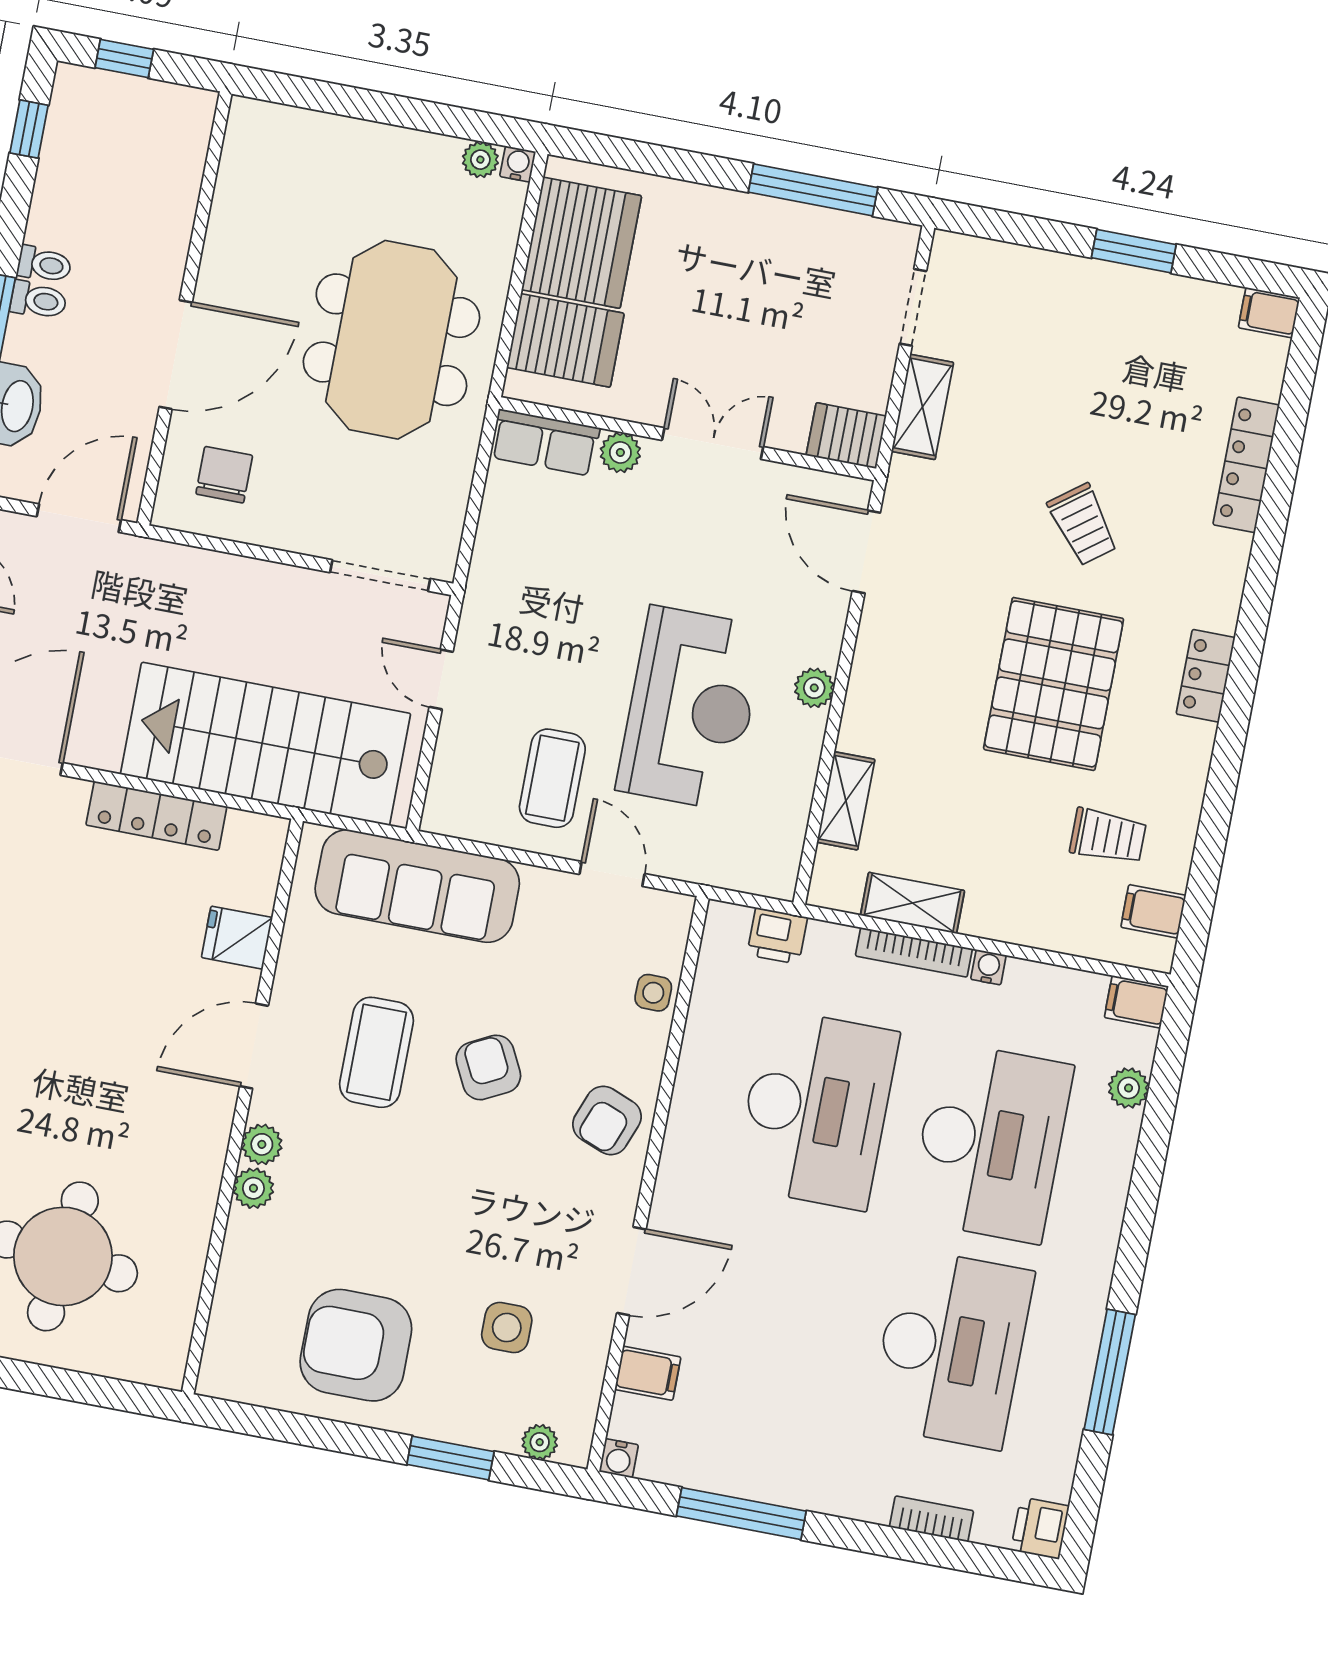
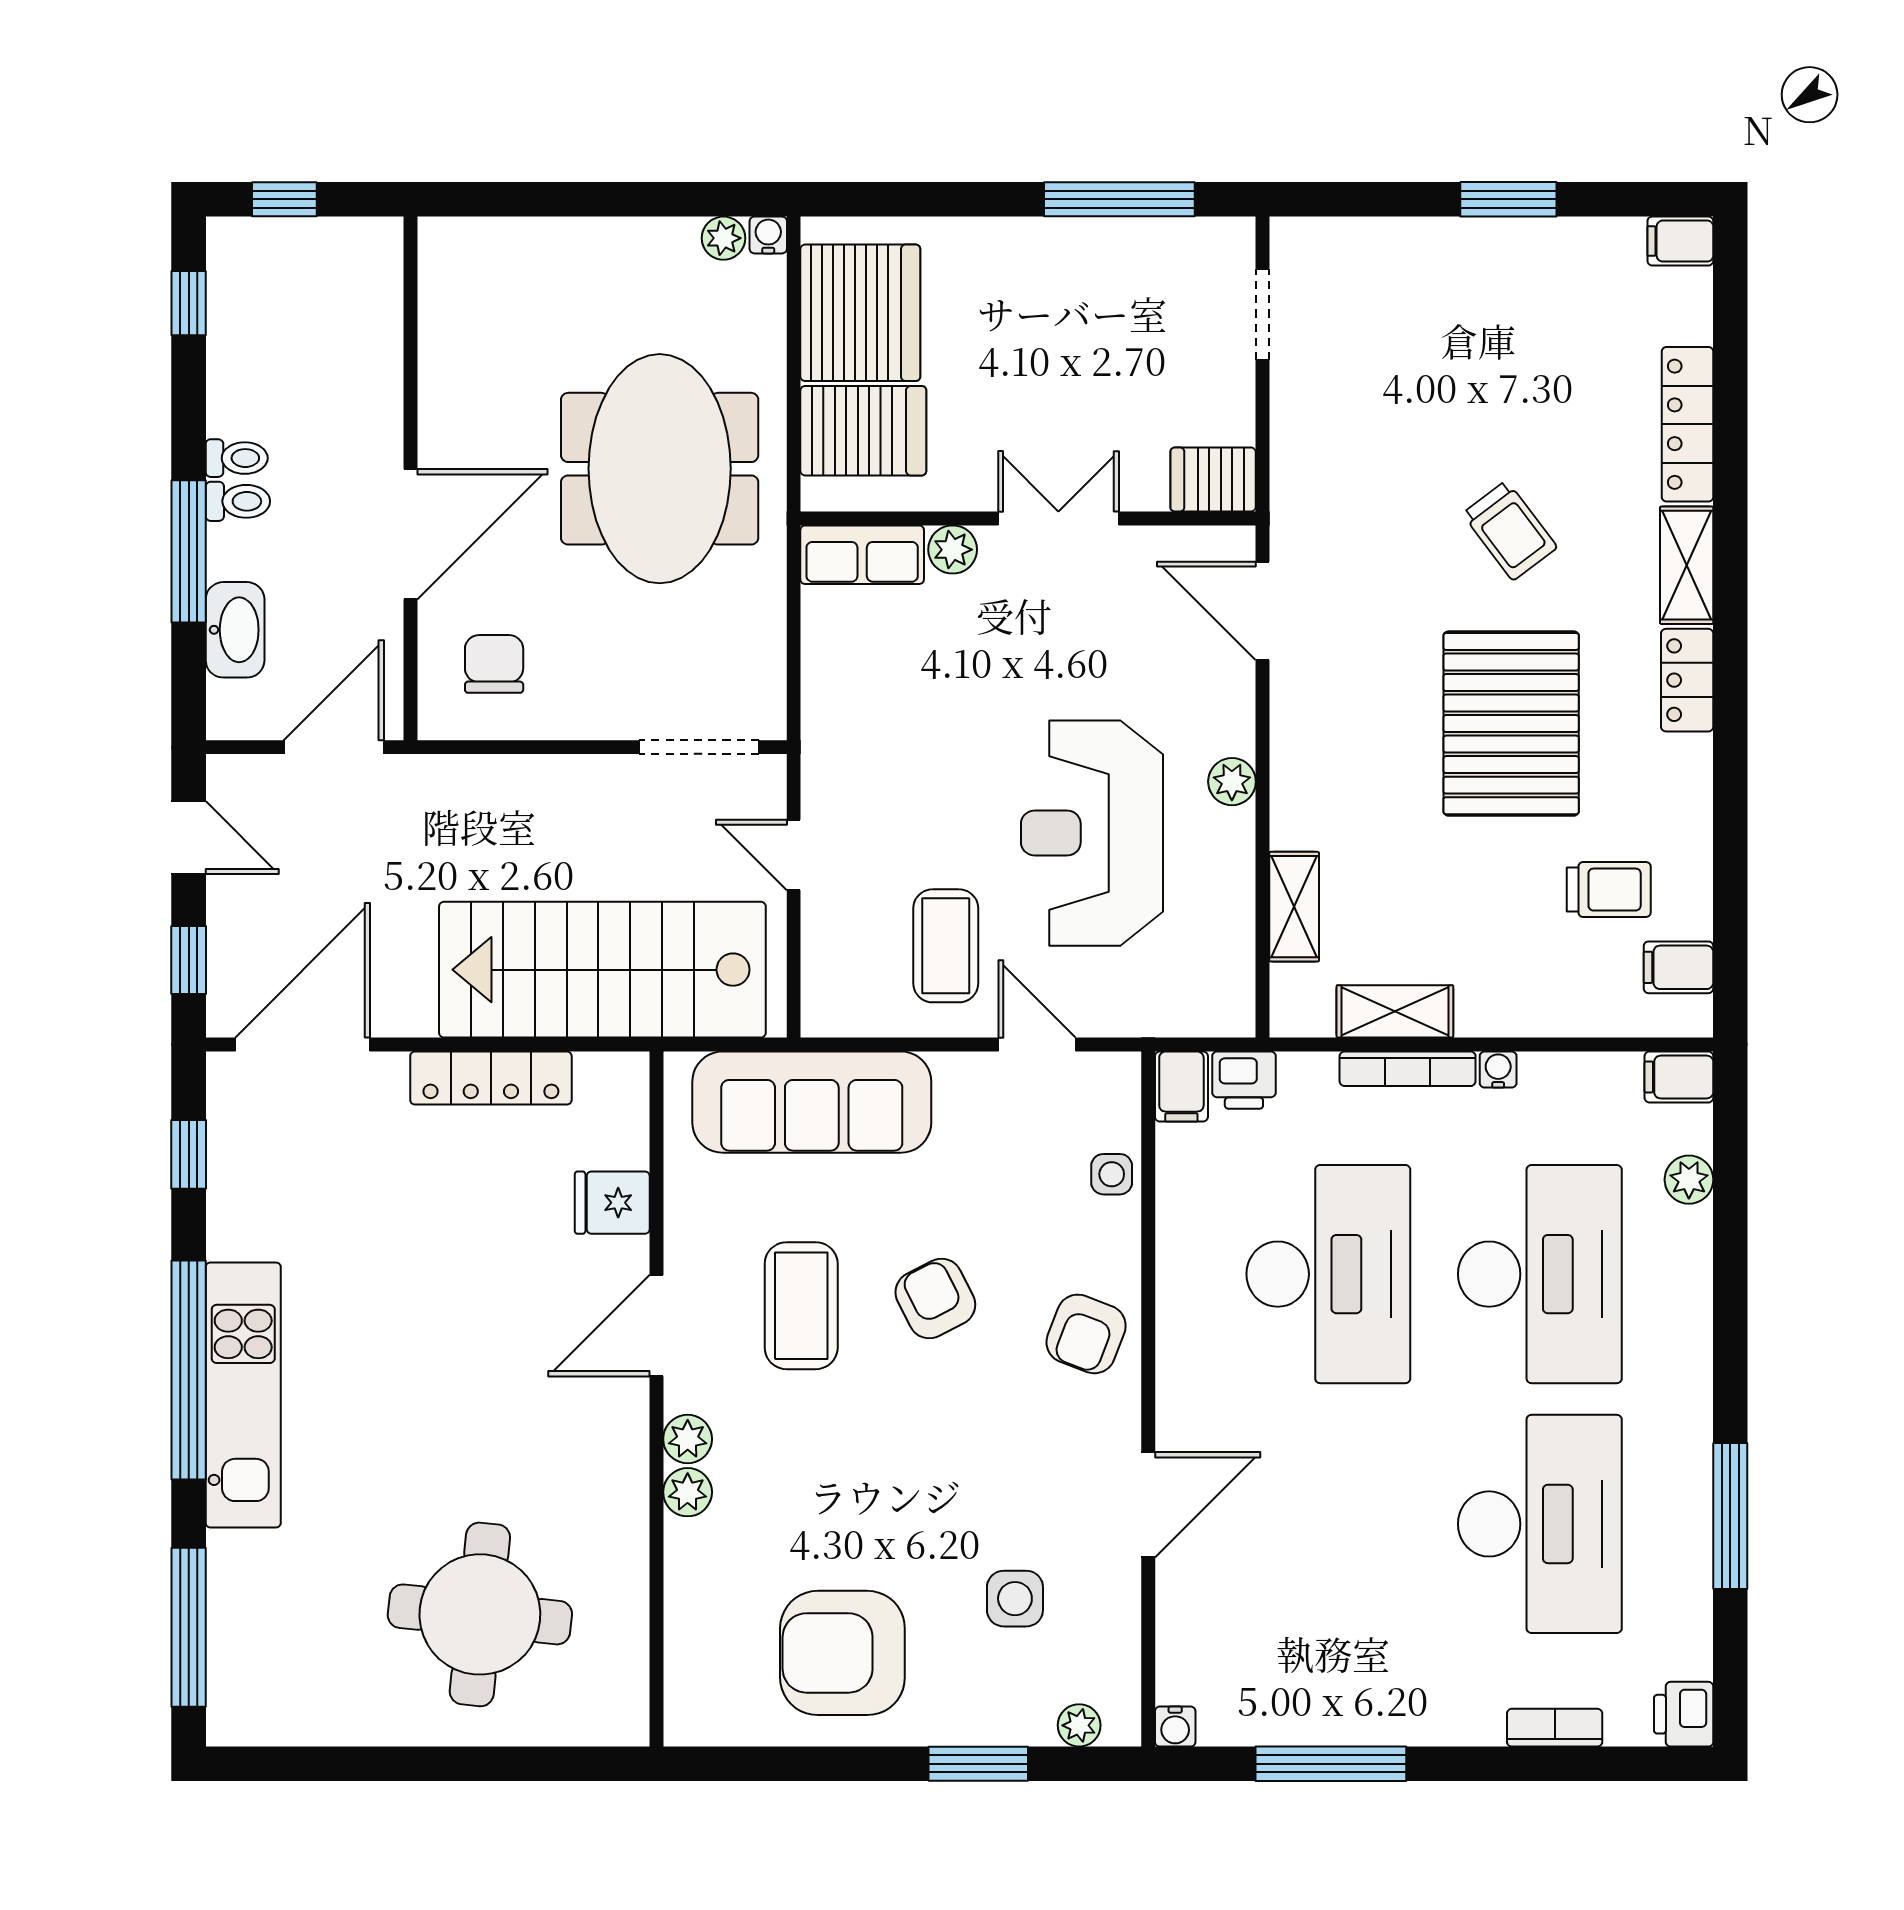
shelving: (923, 407) -> (1687, 565), moved
reception desk: (691, 708) -> (1092, 833), turned 180
filing cabinet: (648, 1373) -> (1181, 1086), moved, turned 90

